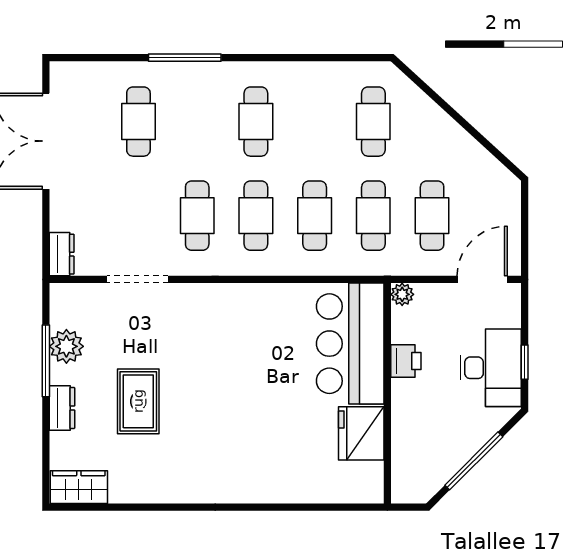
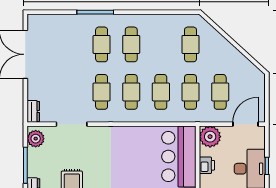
cafe table: (138, 122) -> (102, 44), moved
plant: (402, 294) -> (210, 137), width x1.88, depth x1.88
plant: (66, 346) -> (36, 139), moved

